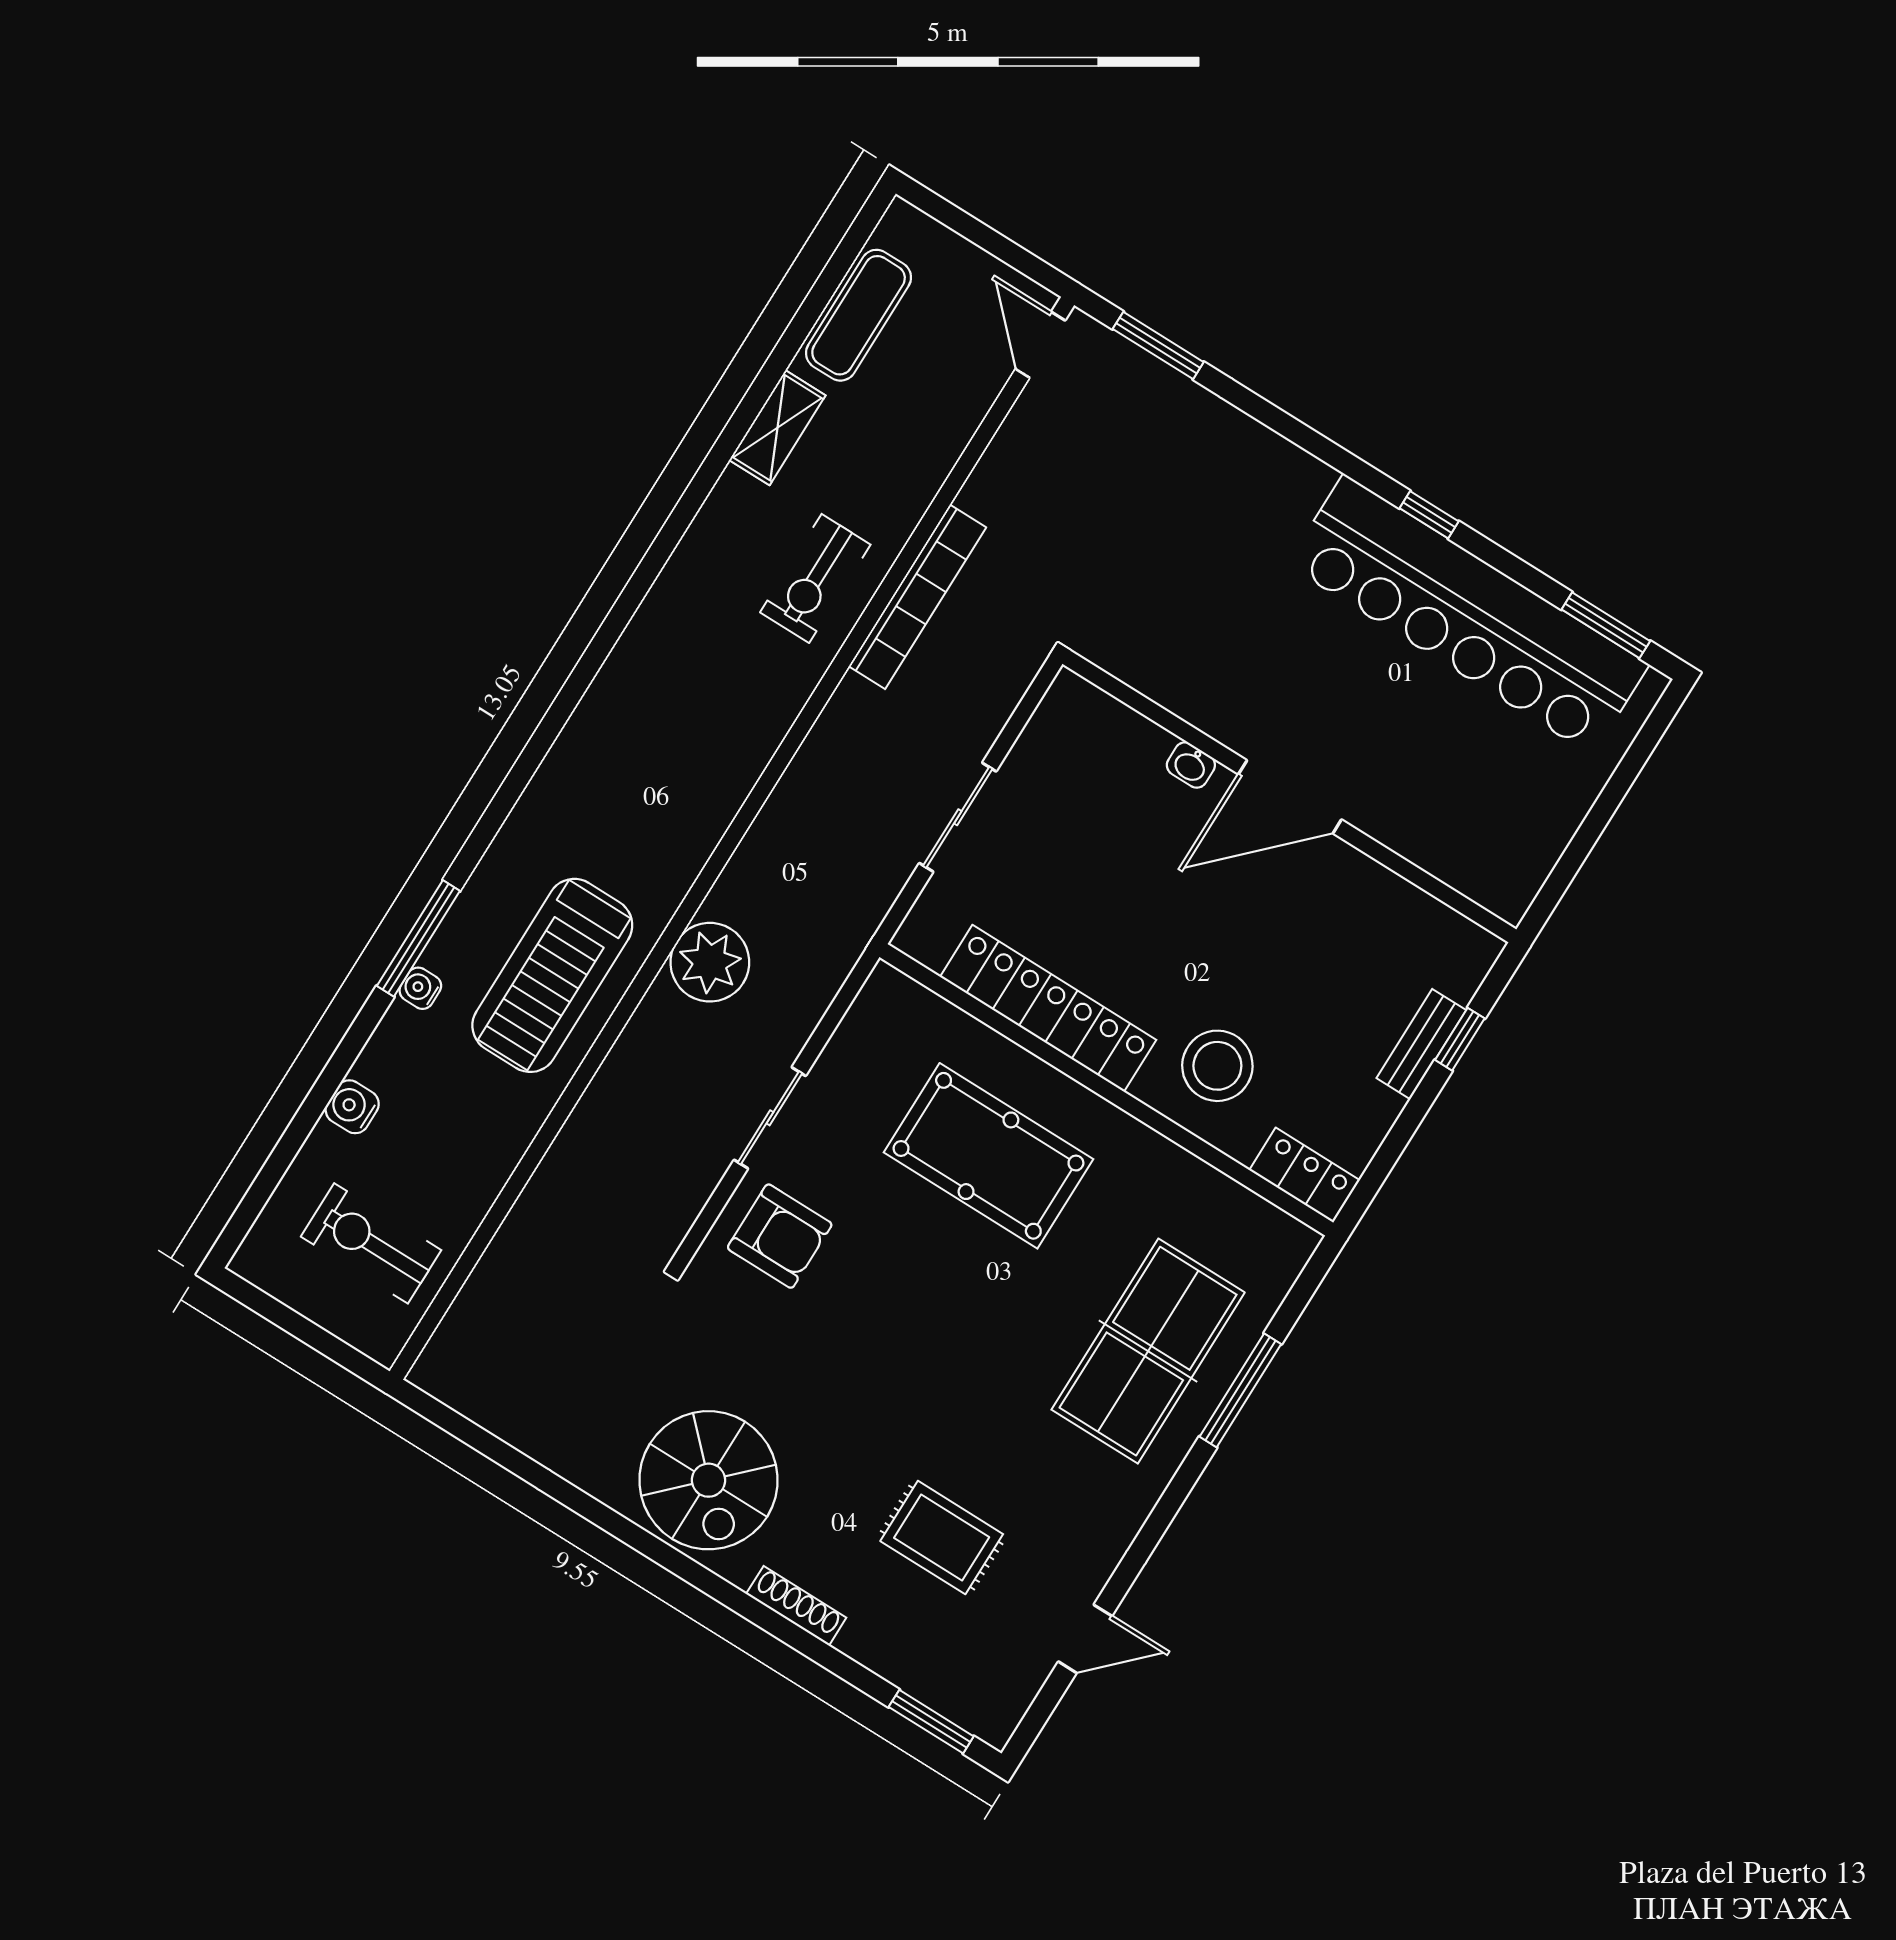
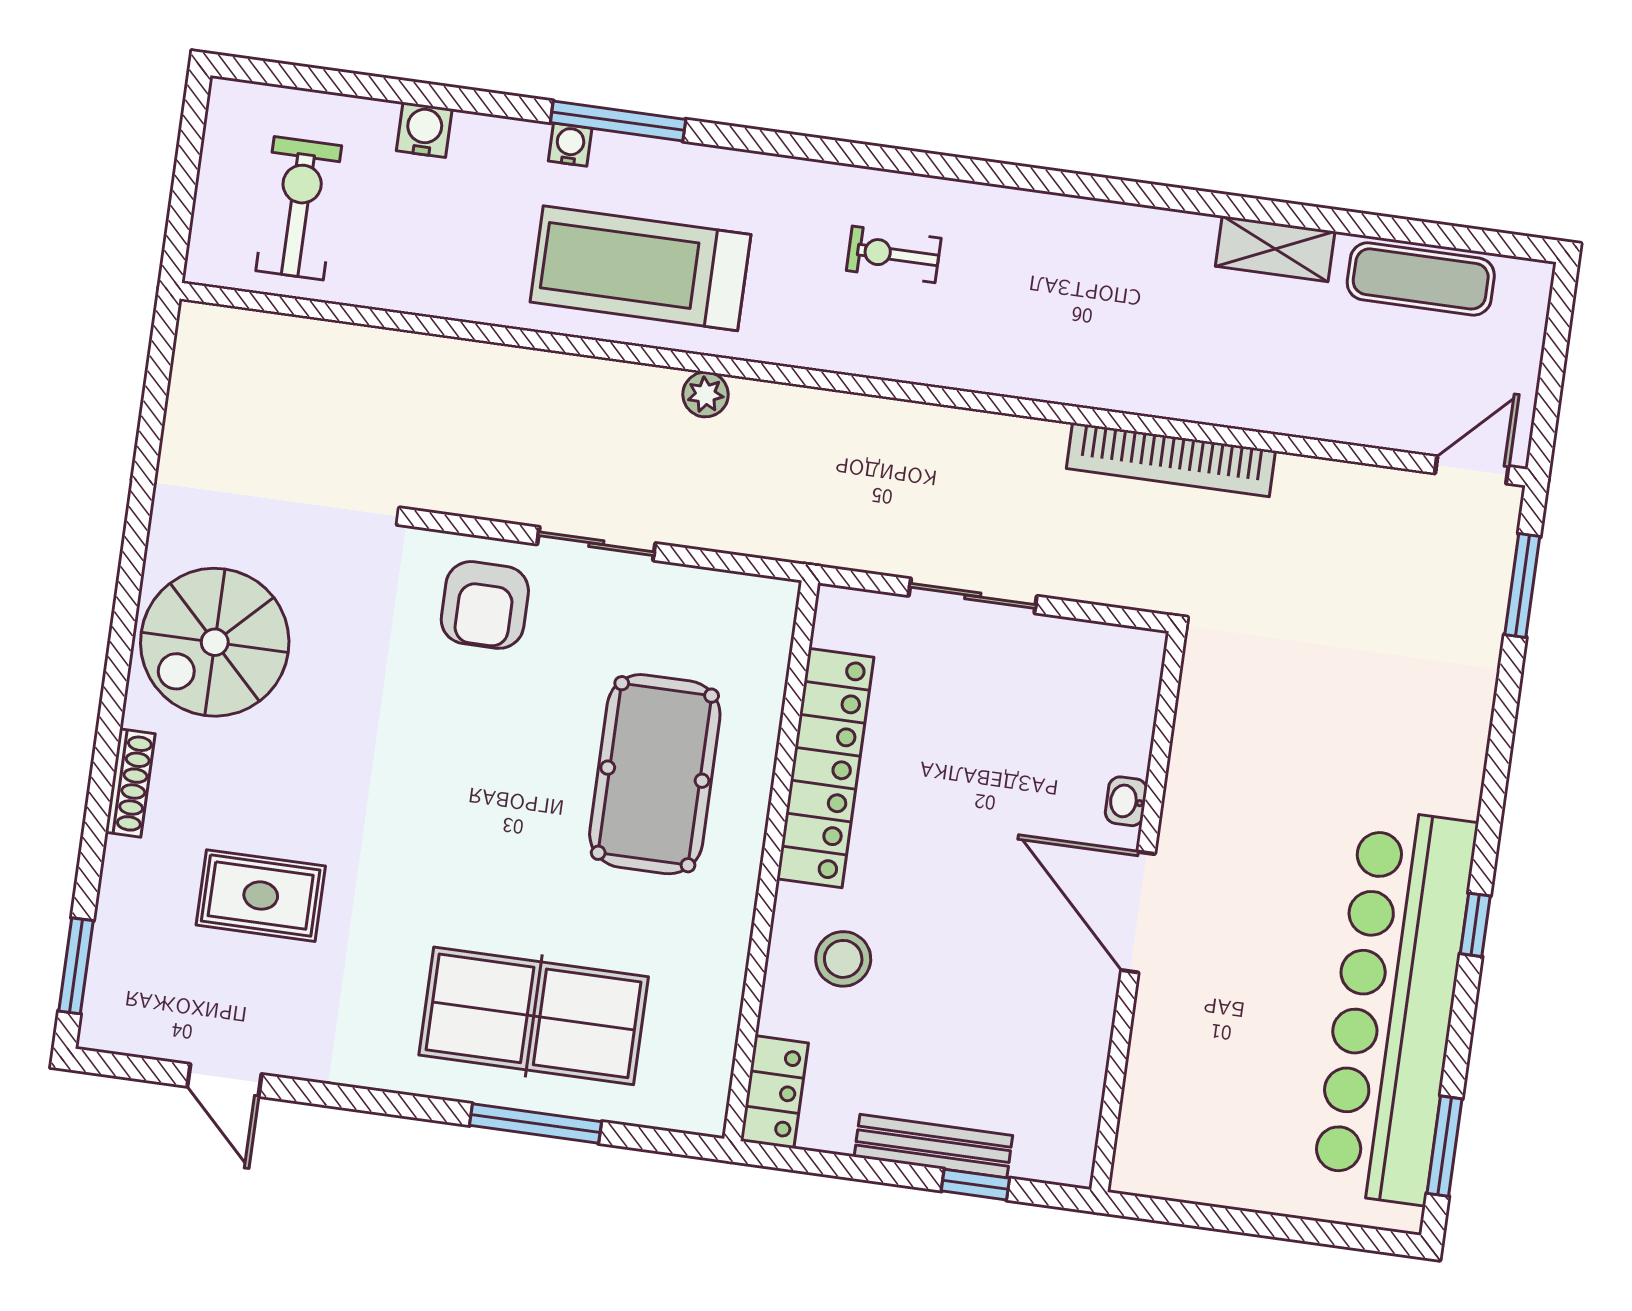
exercise bike: (815, 578) -> (894, 254), moved, width x0.73, depth x0.72
plant: (710, 962) -> (706, 394), width x0.53, depth x0.53
bench: (1421, 1044) -> (933, 1146), width x1.36
stool: (1217, 1066) -> (843, 959), width x0.73, depth x0.73
rug: (942, 1538) -> (261, 896), turned 90

